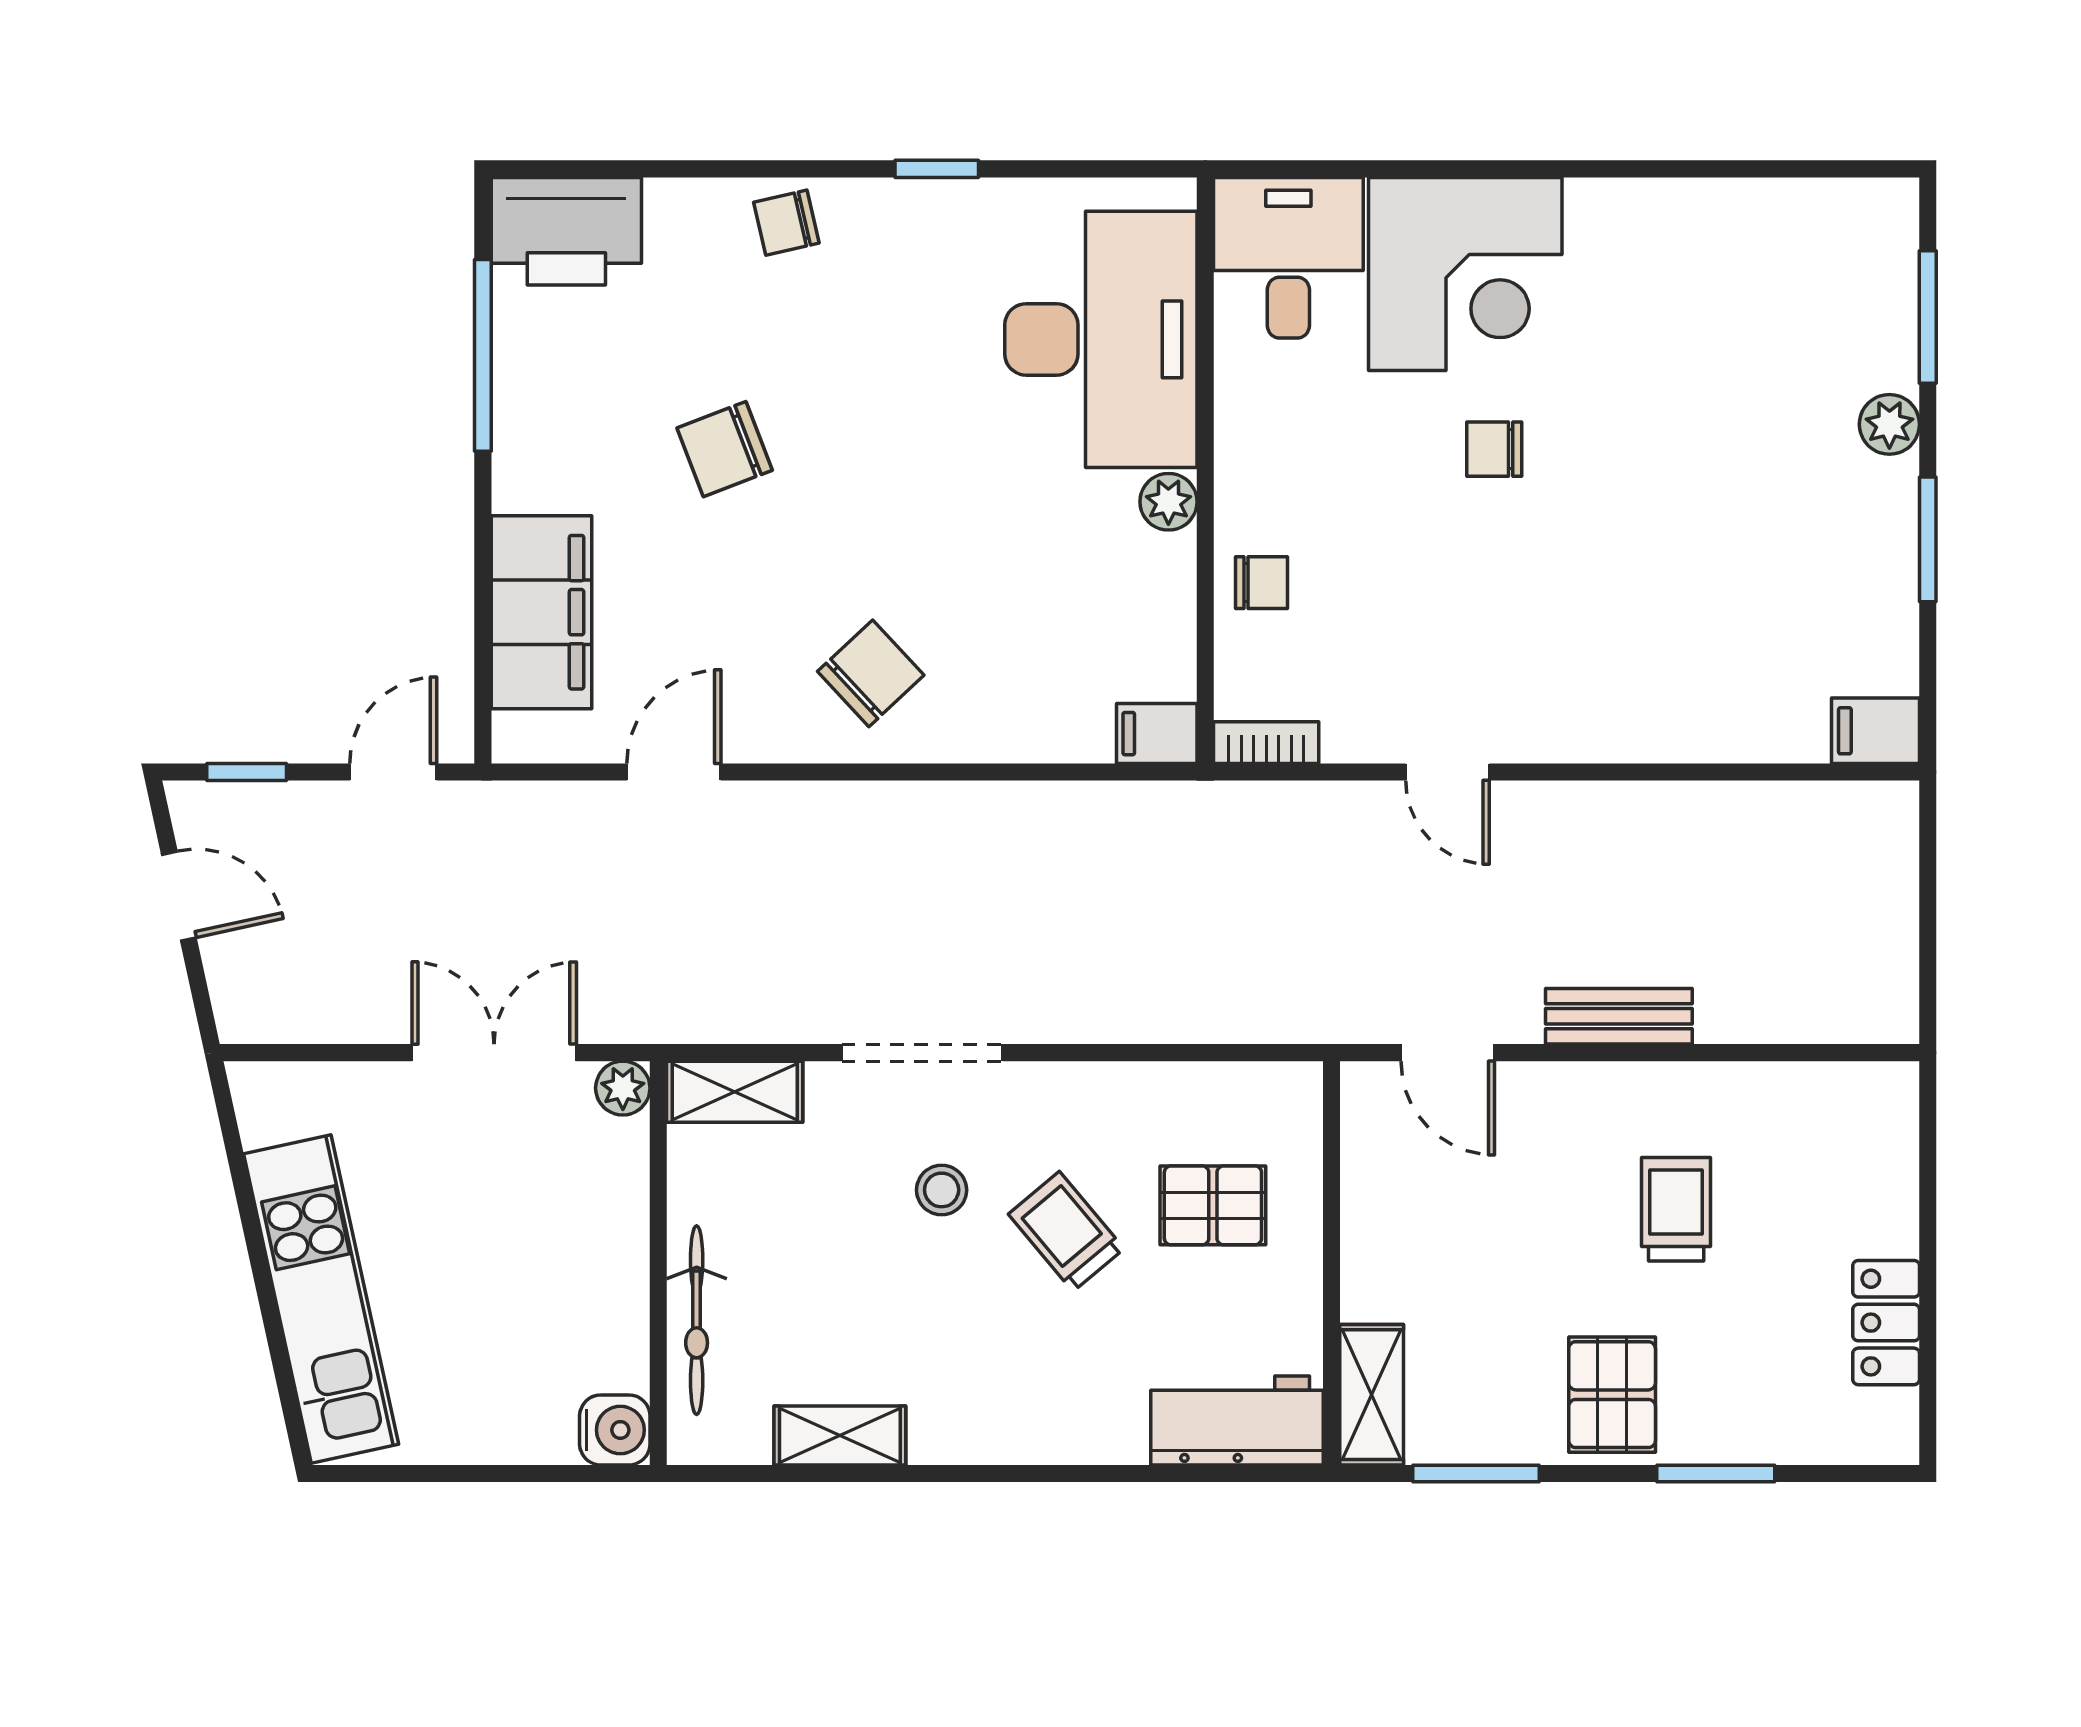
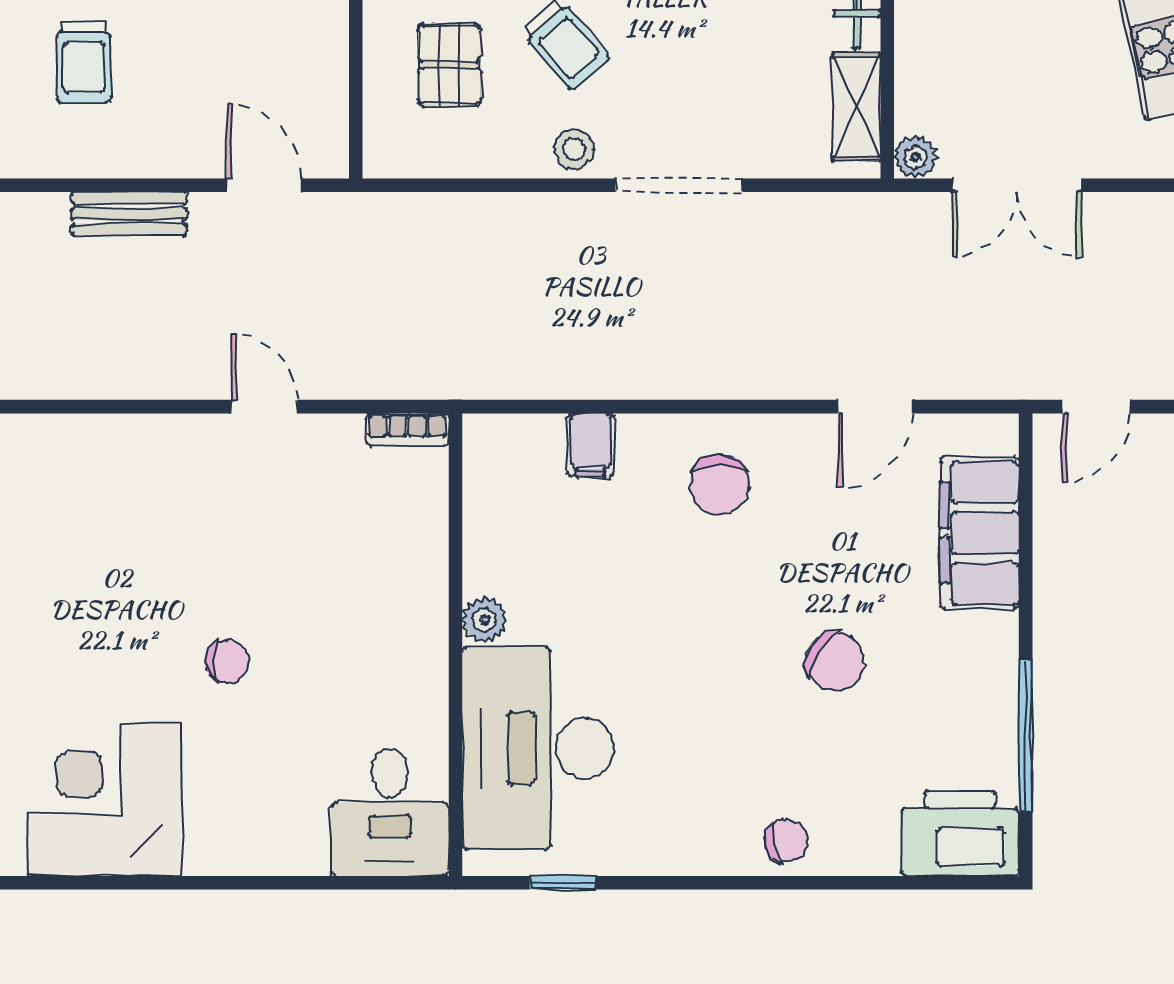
window: (937, 169) -> (563, 883), moved
corner desk: (1465, 274) -> (105, 800), moved
chair: (725, 449) -> (835, 662), turned 55
chair: (1262, 583) -> (411, 556), removed
chair: (871, 673) -> (719, 485), turned -47
filing cabinet: (1157, 734) -> (591, 445), moved, turned 90
shelving: (735, 1092) -> (856, 107), moved, turned 90
stool: (942, 1190) -> (574, 149), moved
pallet: (1213, 1205) -> (449, 65), turned 90

